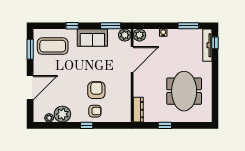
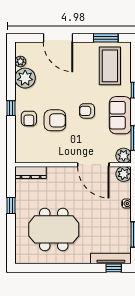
armchair: (89, 64) -> (87, 111), added

